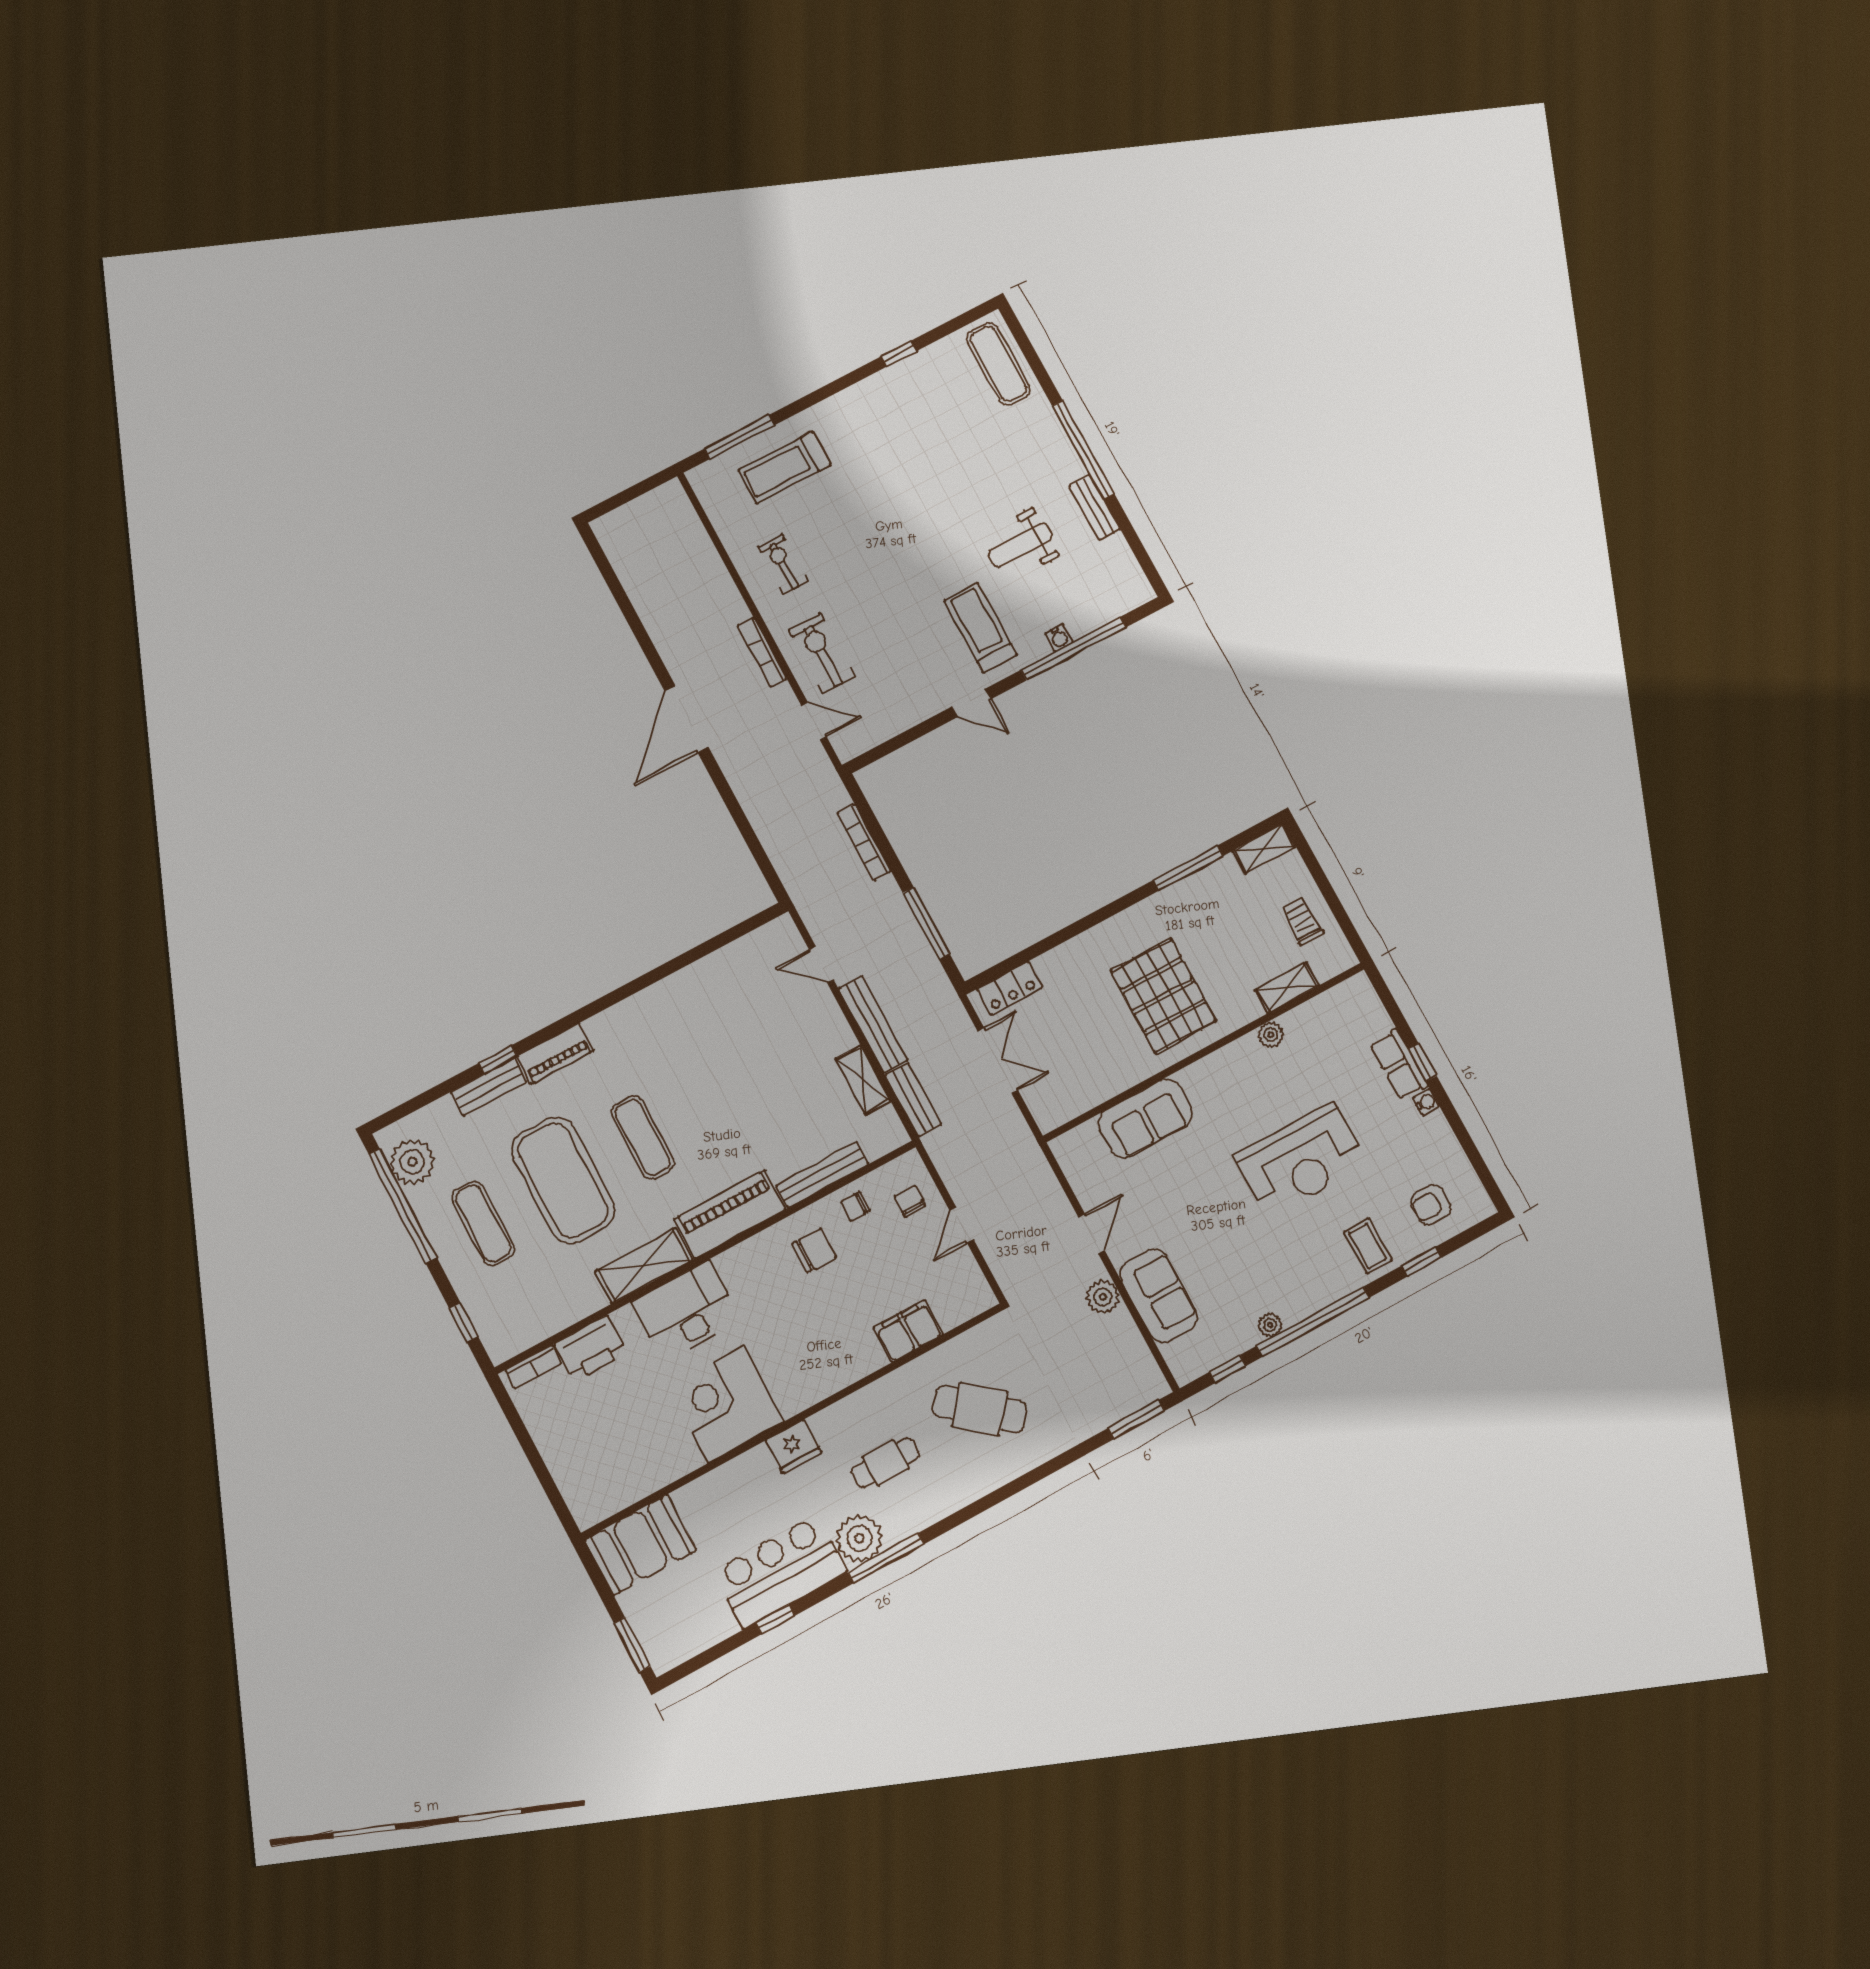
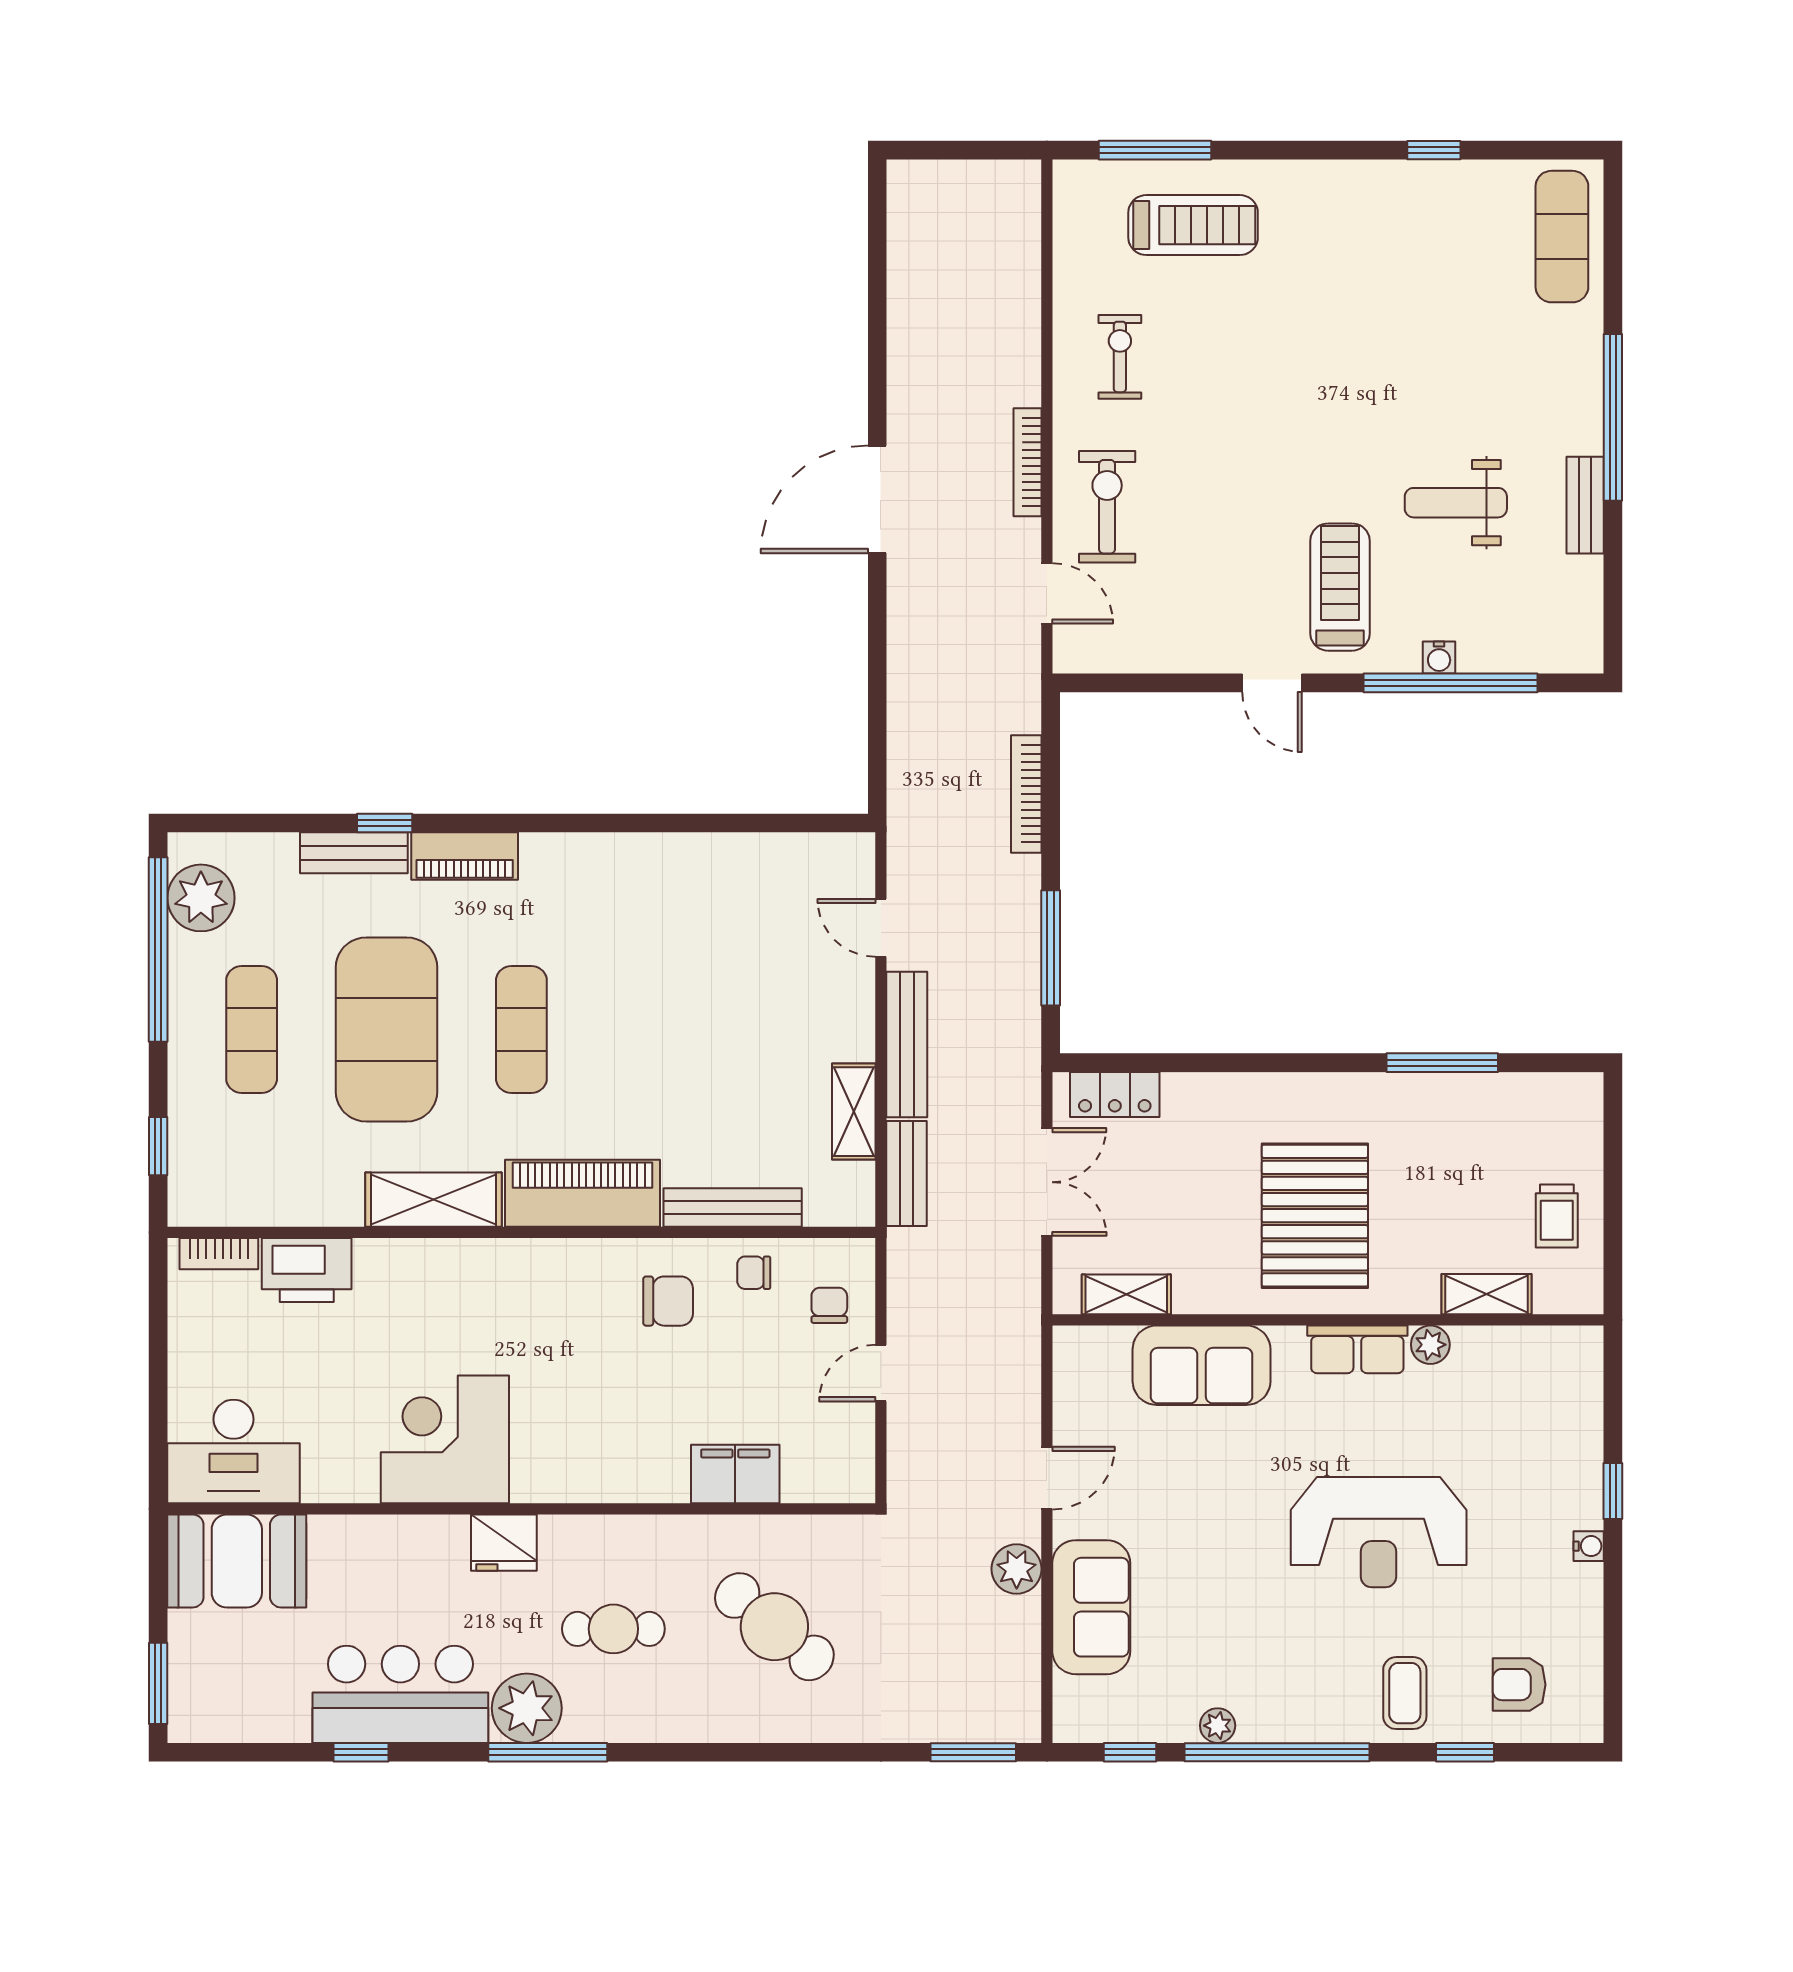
treadmill: (784, 468) -> (1193, 225), turned 180
shelving: (1264, 849) -> (1126, 1294), moved
trolley: (1302, 921) -> (1557, 1216), turned 180
row of seats: (1399, 1065) -> (1357, 1349), moved, turned -90
desk: (686, 1311) -> (233, 1451), moved, turned 180

